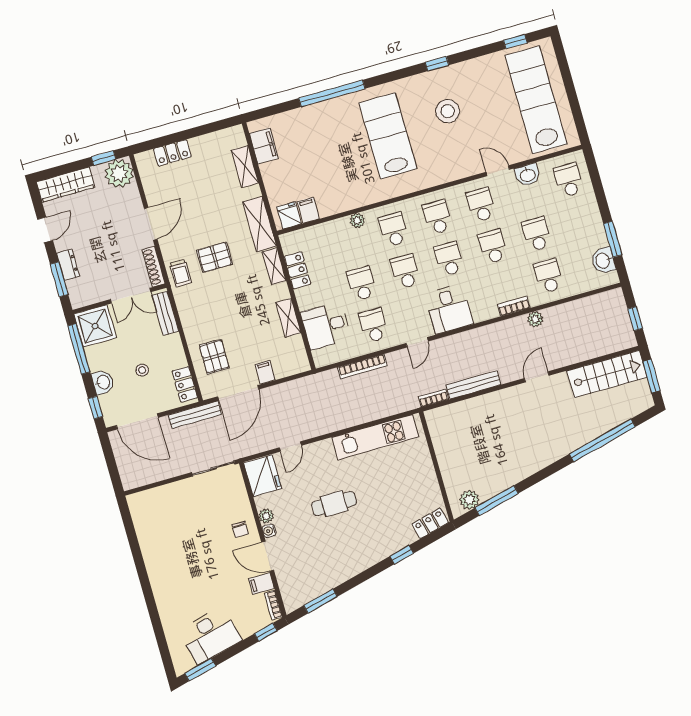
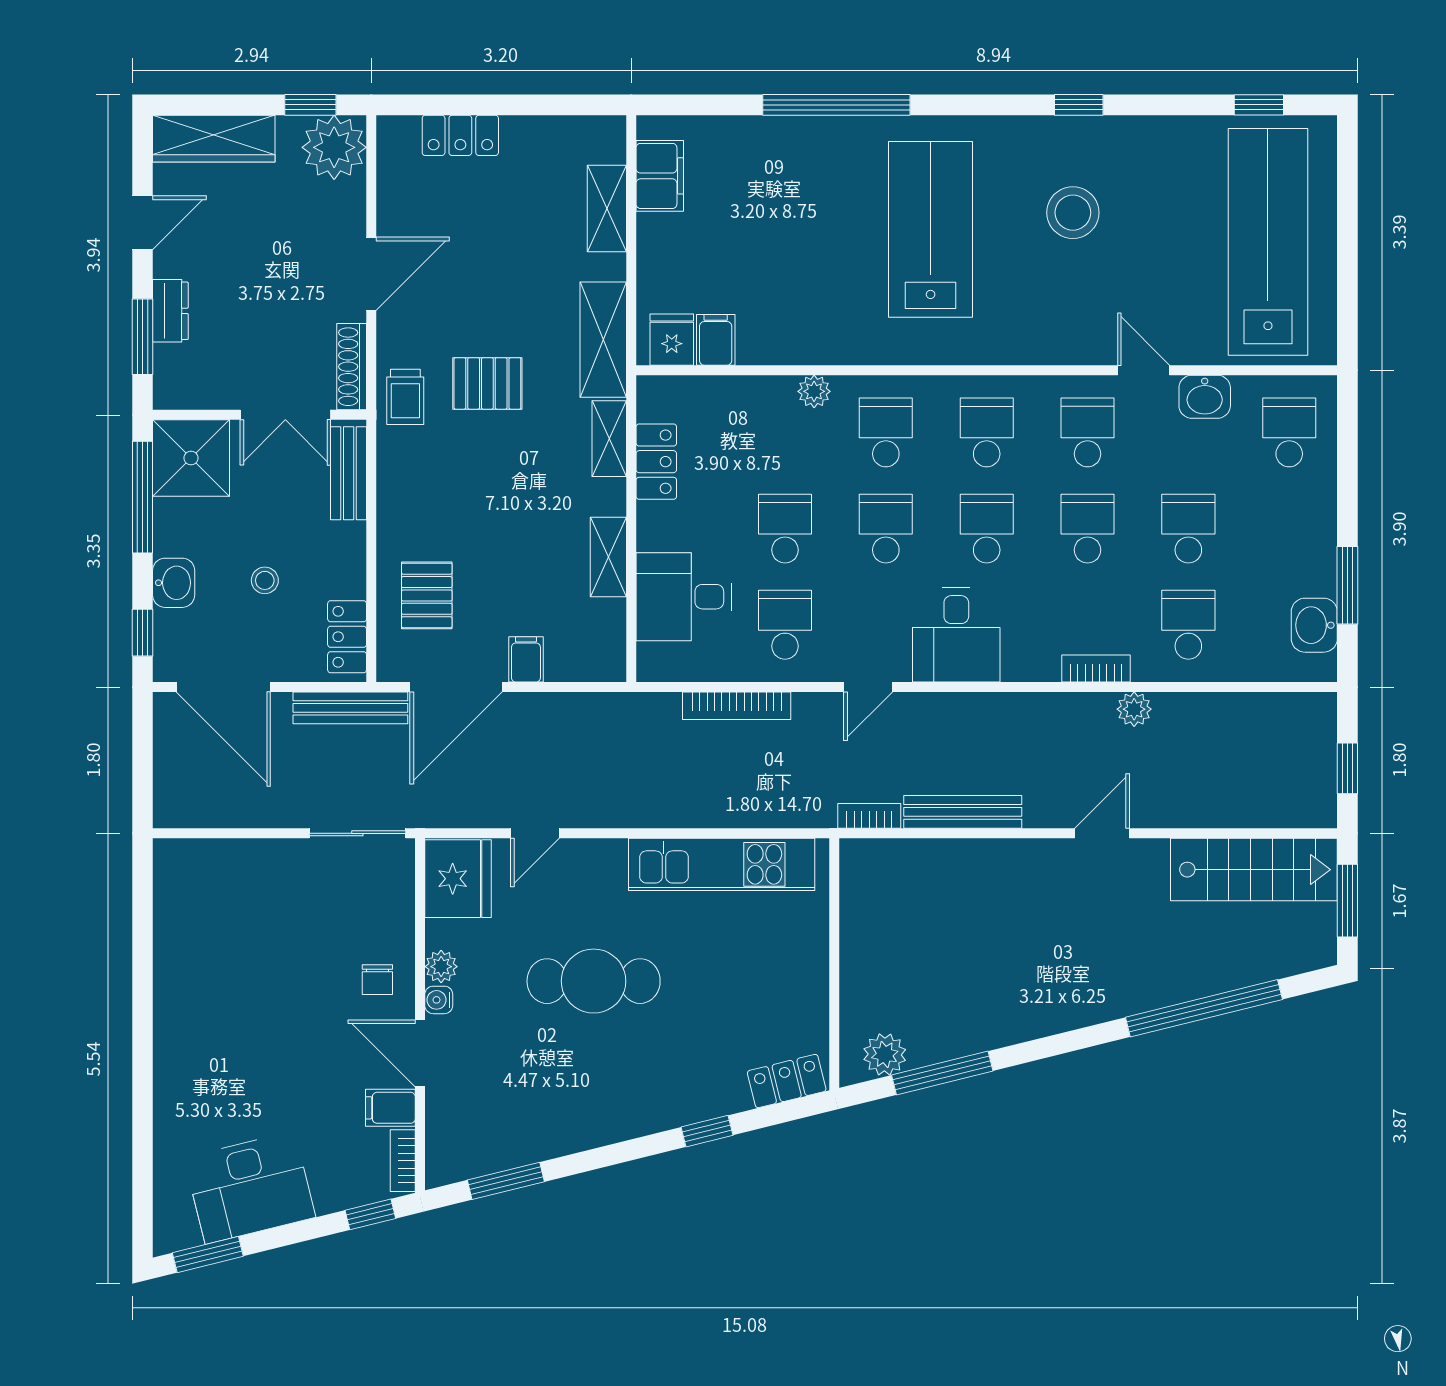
cafe table: (334, 504) -> (594, 981), width x1.37, depth x1.35

